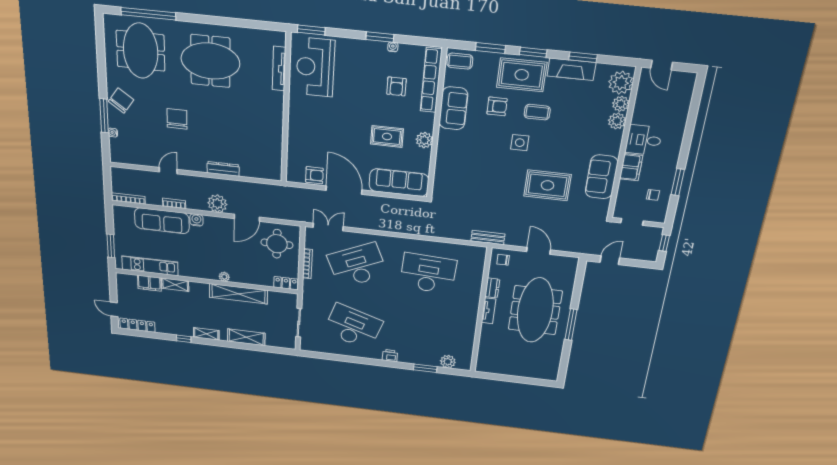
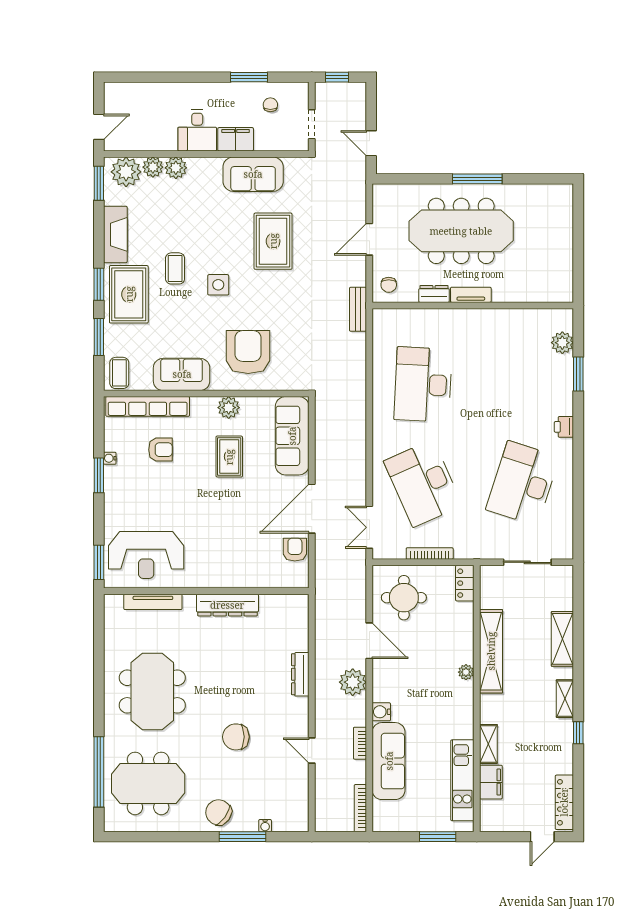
window: (583, 57) -> (99, 183), moved
armchair: (497, 106) -> (248, 352), moved, width x1.88, depth x1.88
dresser: (275, 123) -> (227, 605), added

